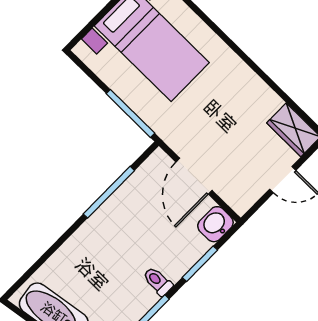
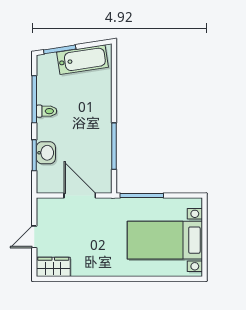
washbasin: (215, 224) -> (46, 153), moved
toilet: (158, 281) -> (47, 111), moved

